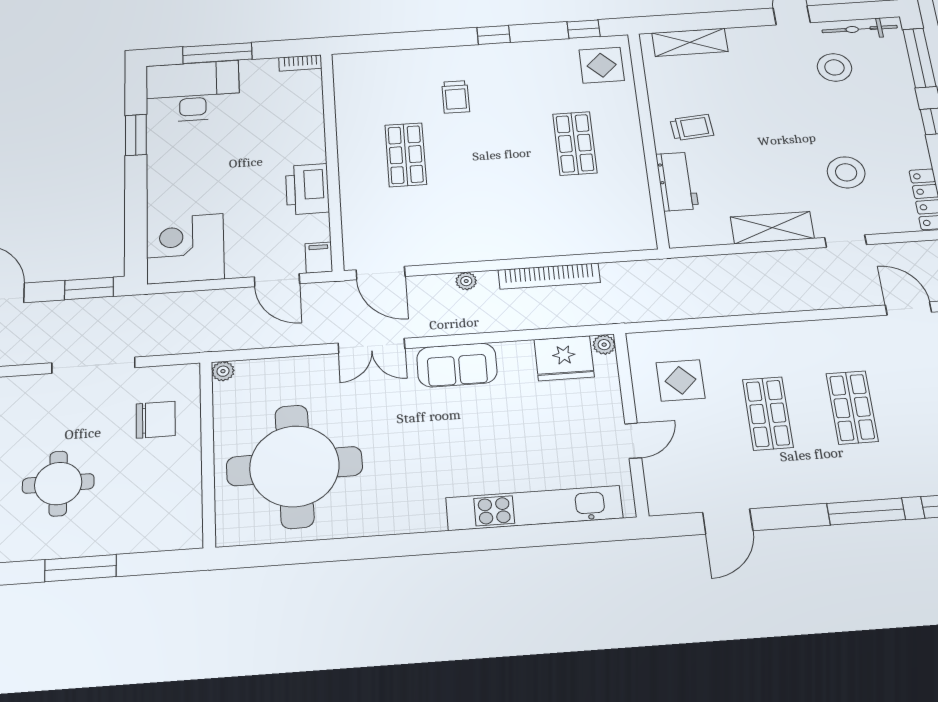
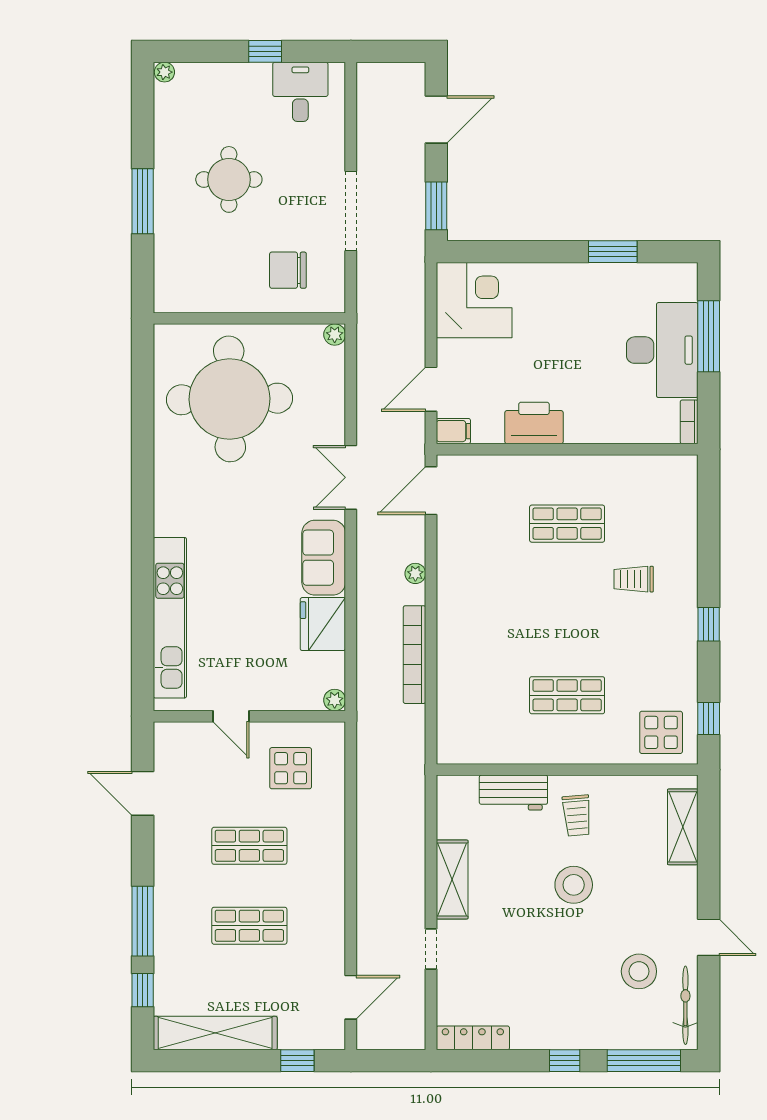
desk: (193, 91) -> (662, 350), moved
stool: (846, 172) -> (574, 885), moved
fridge: (564, 358) -> (323, 624), moved
chair: (156, 420) -> (288, 270), turned 90

